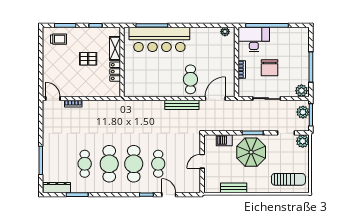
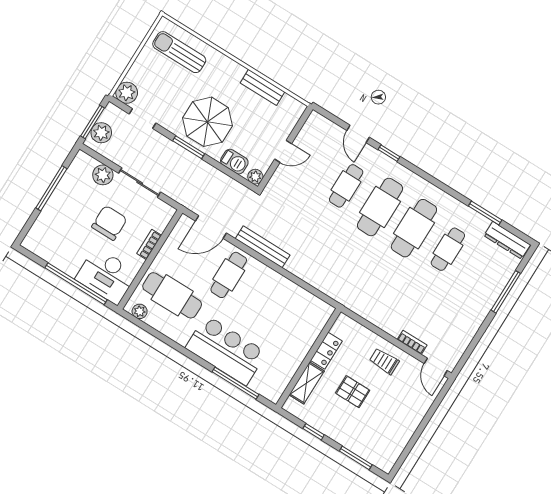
trolley: (59, 39) -> (384, 361), moved
bar counter: (159, 39) -> (226, 350), width x0.73
cafe table: (213, 50) -> (172, 295), added
plant: (301, 91) -> (103, 175), moved
plant: (208, 139) -> (255, 177), added

